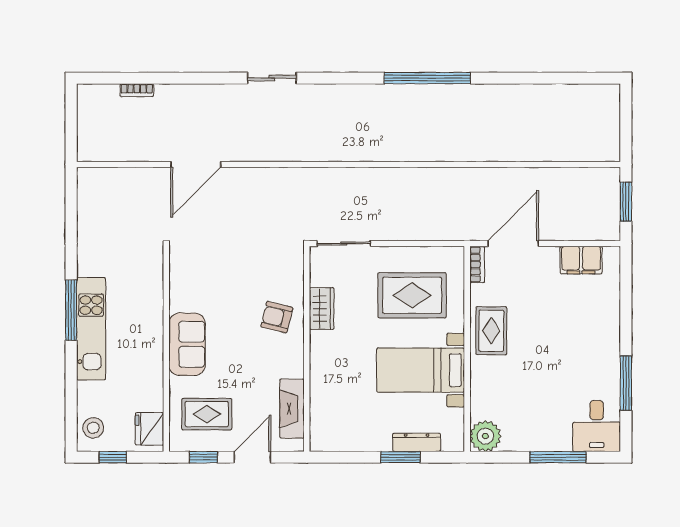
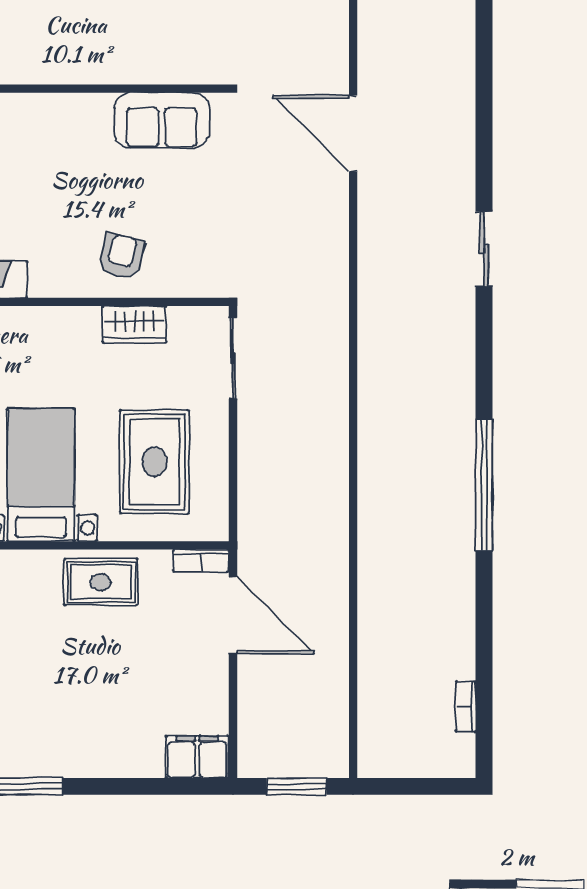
bookcase: (137, 90) -> (466, 707), moved
filing cabinet: (581, 260) -> (197, 757), moved, turned 90
sofa: (187, 344) -> (162, 120), moved

